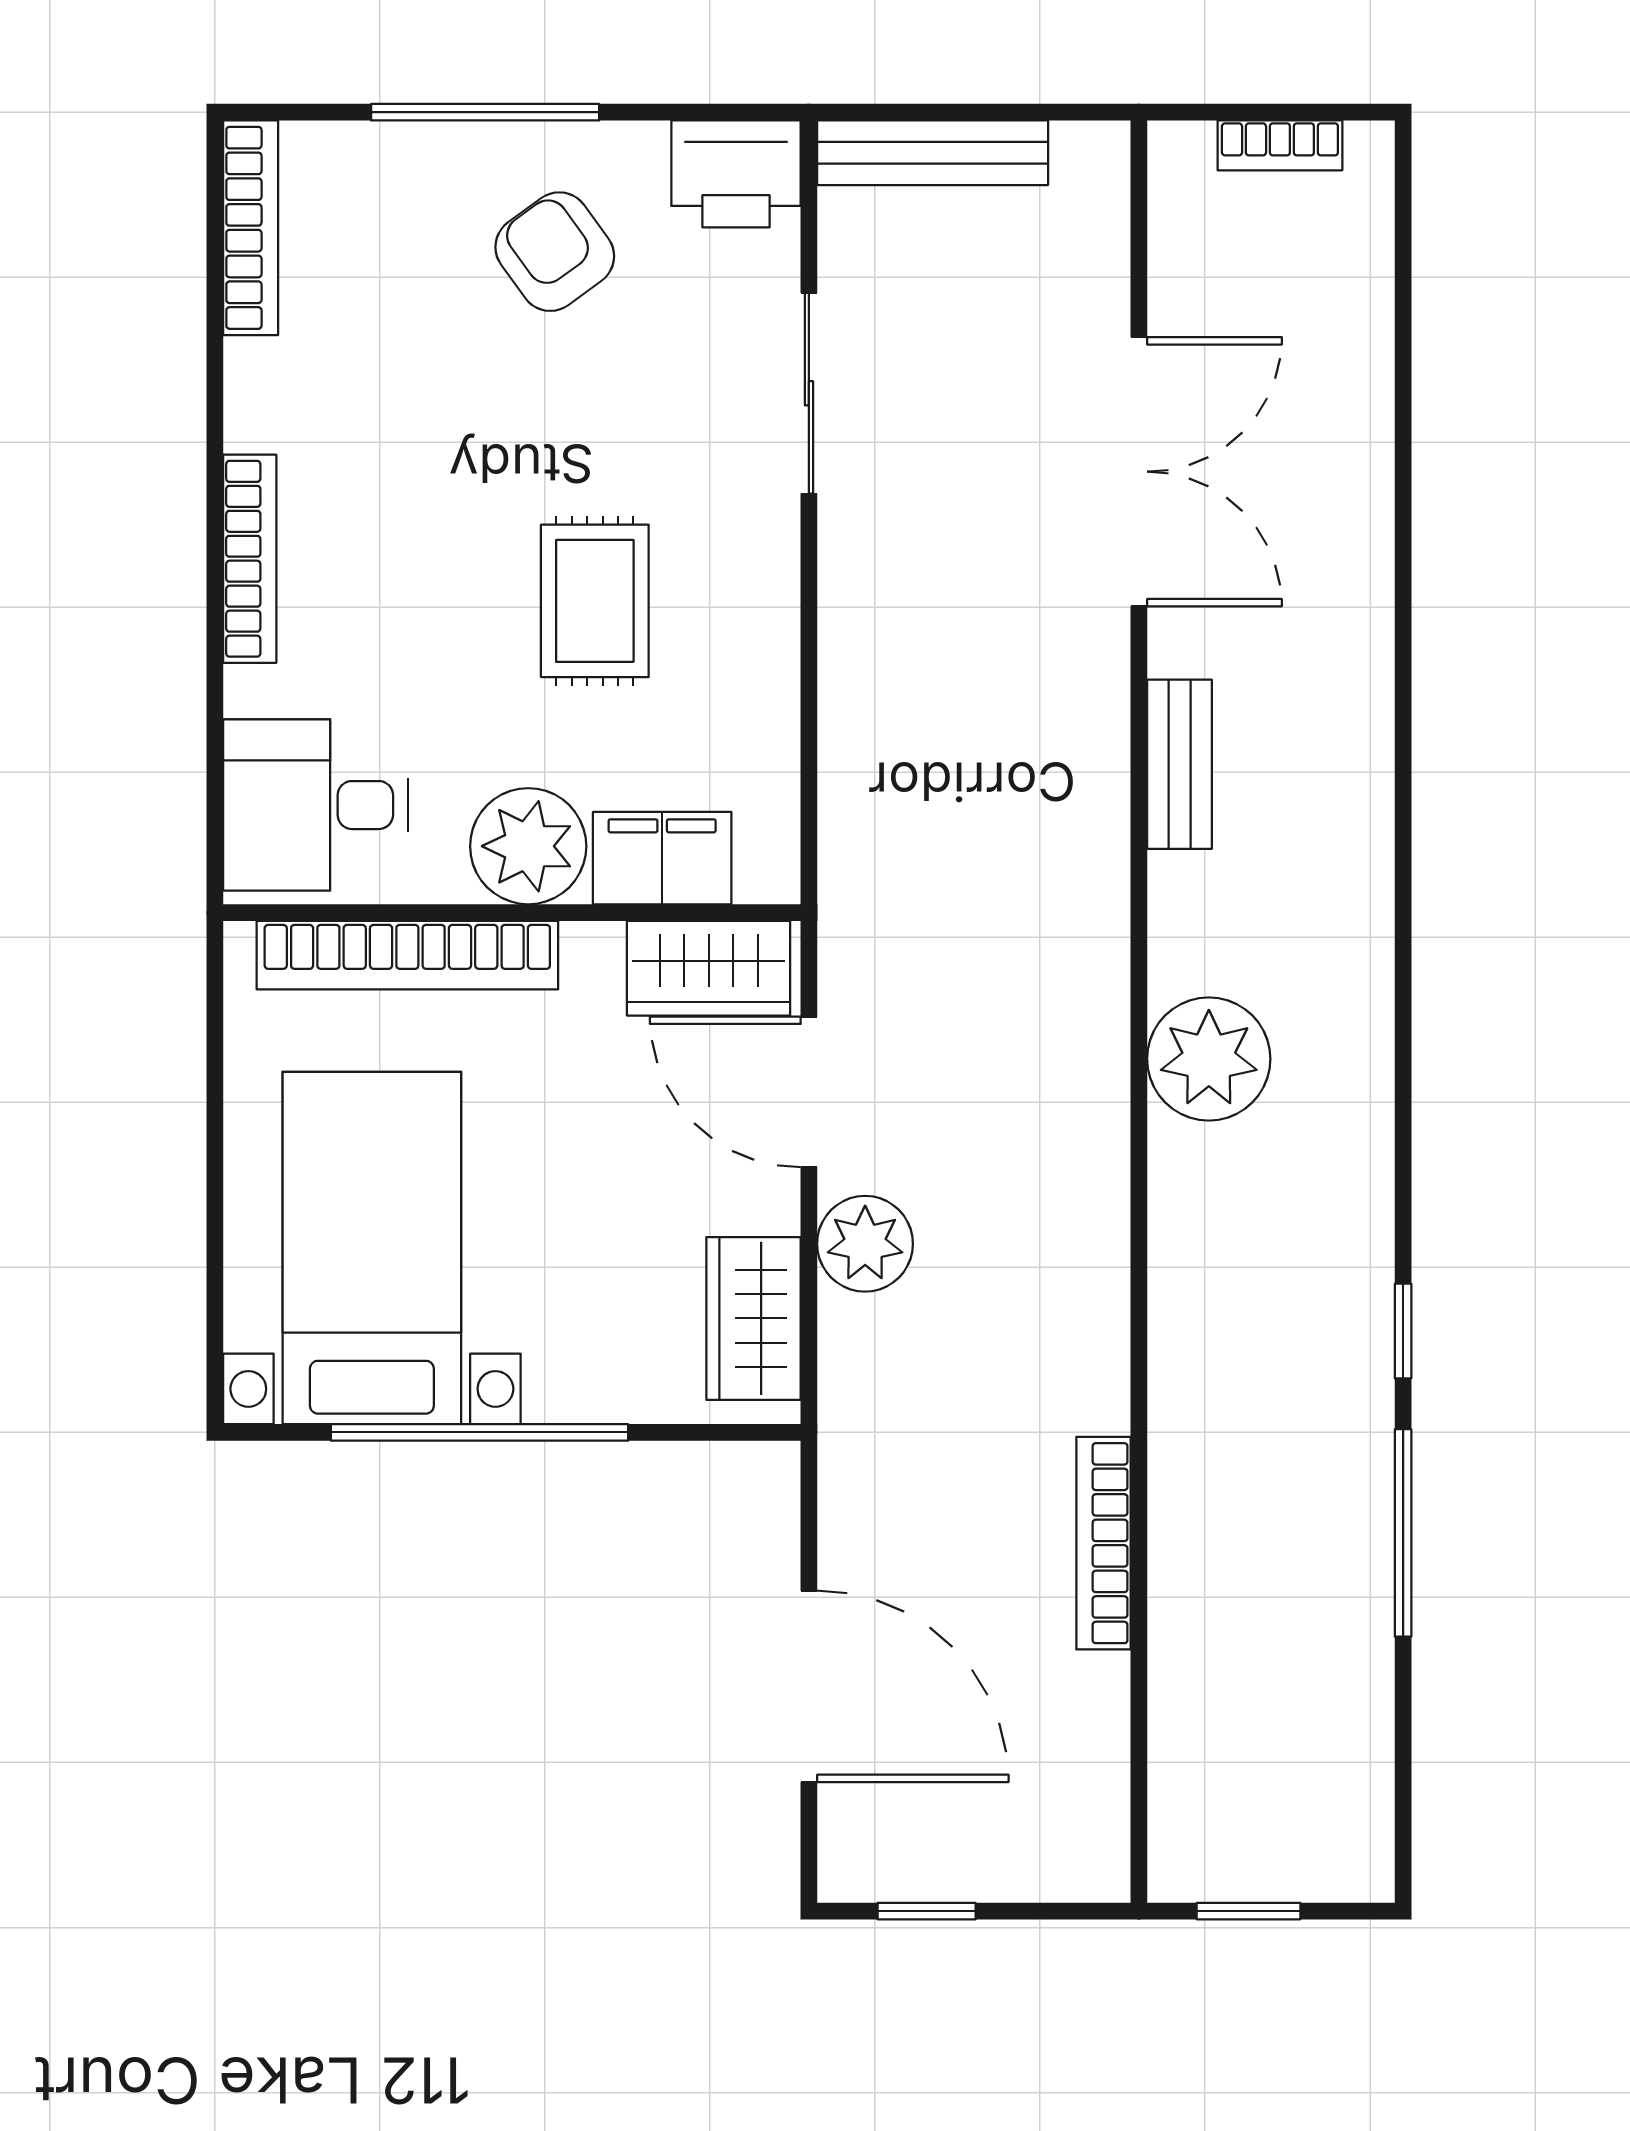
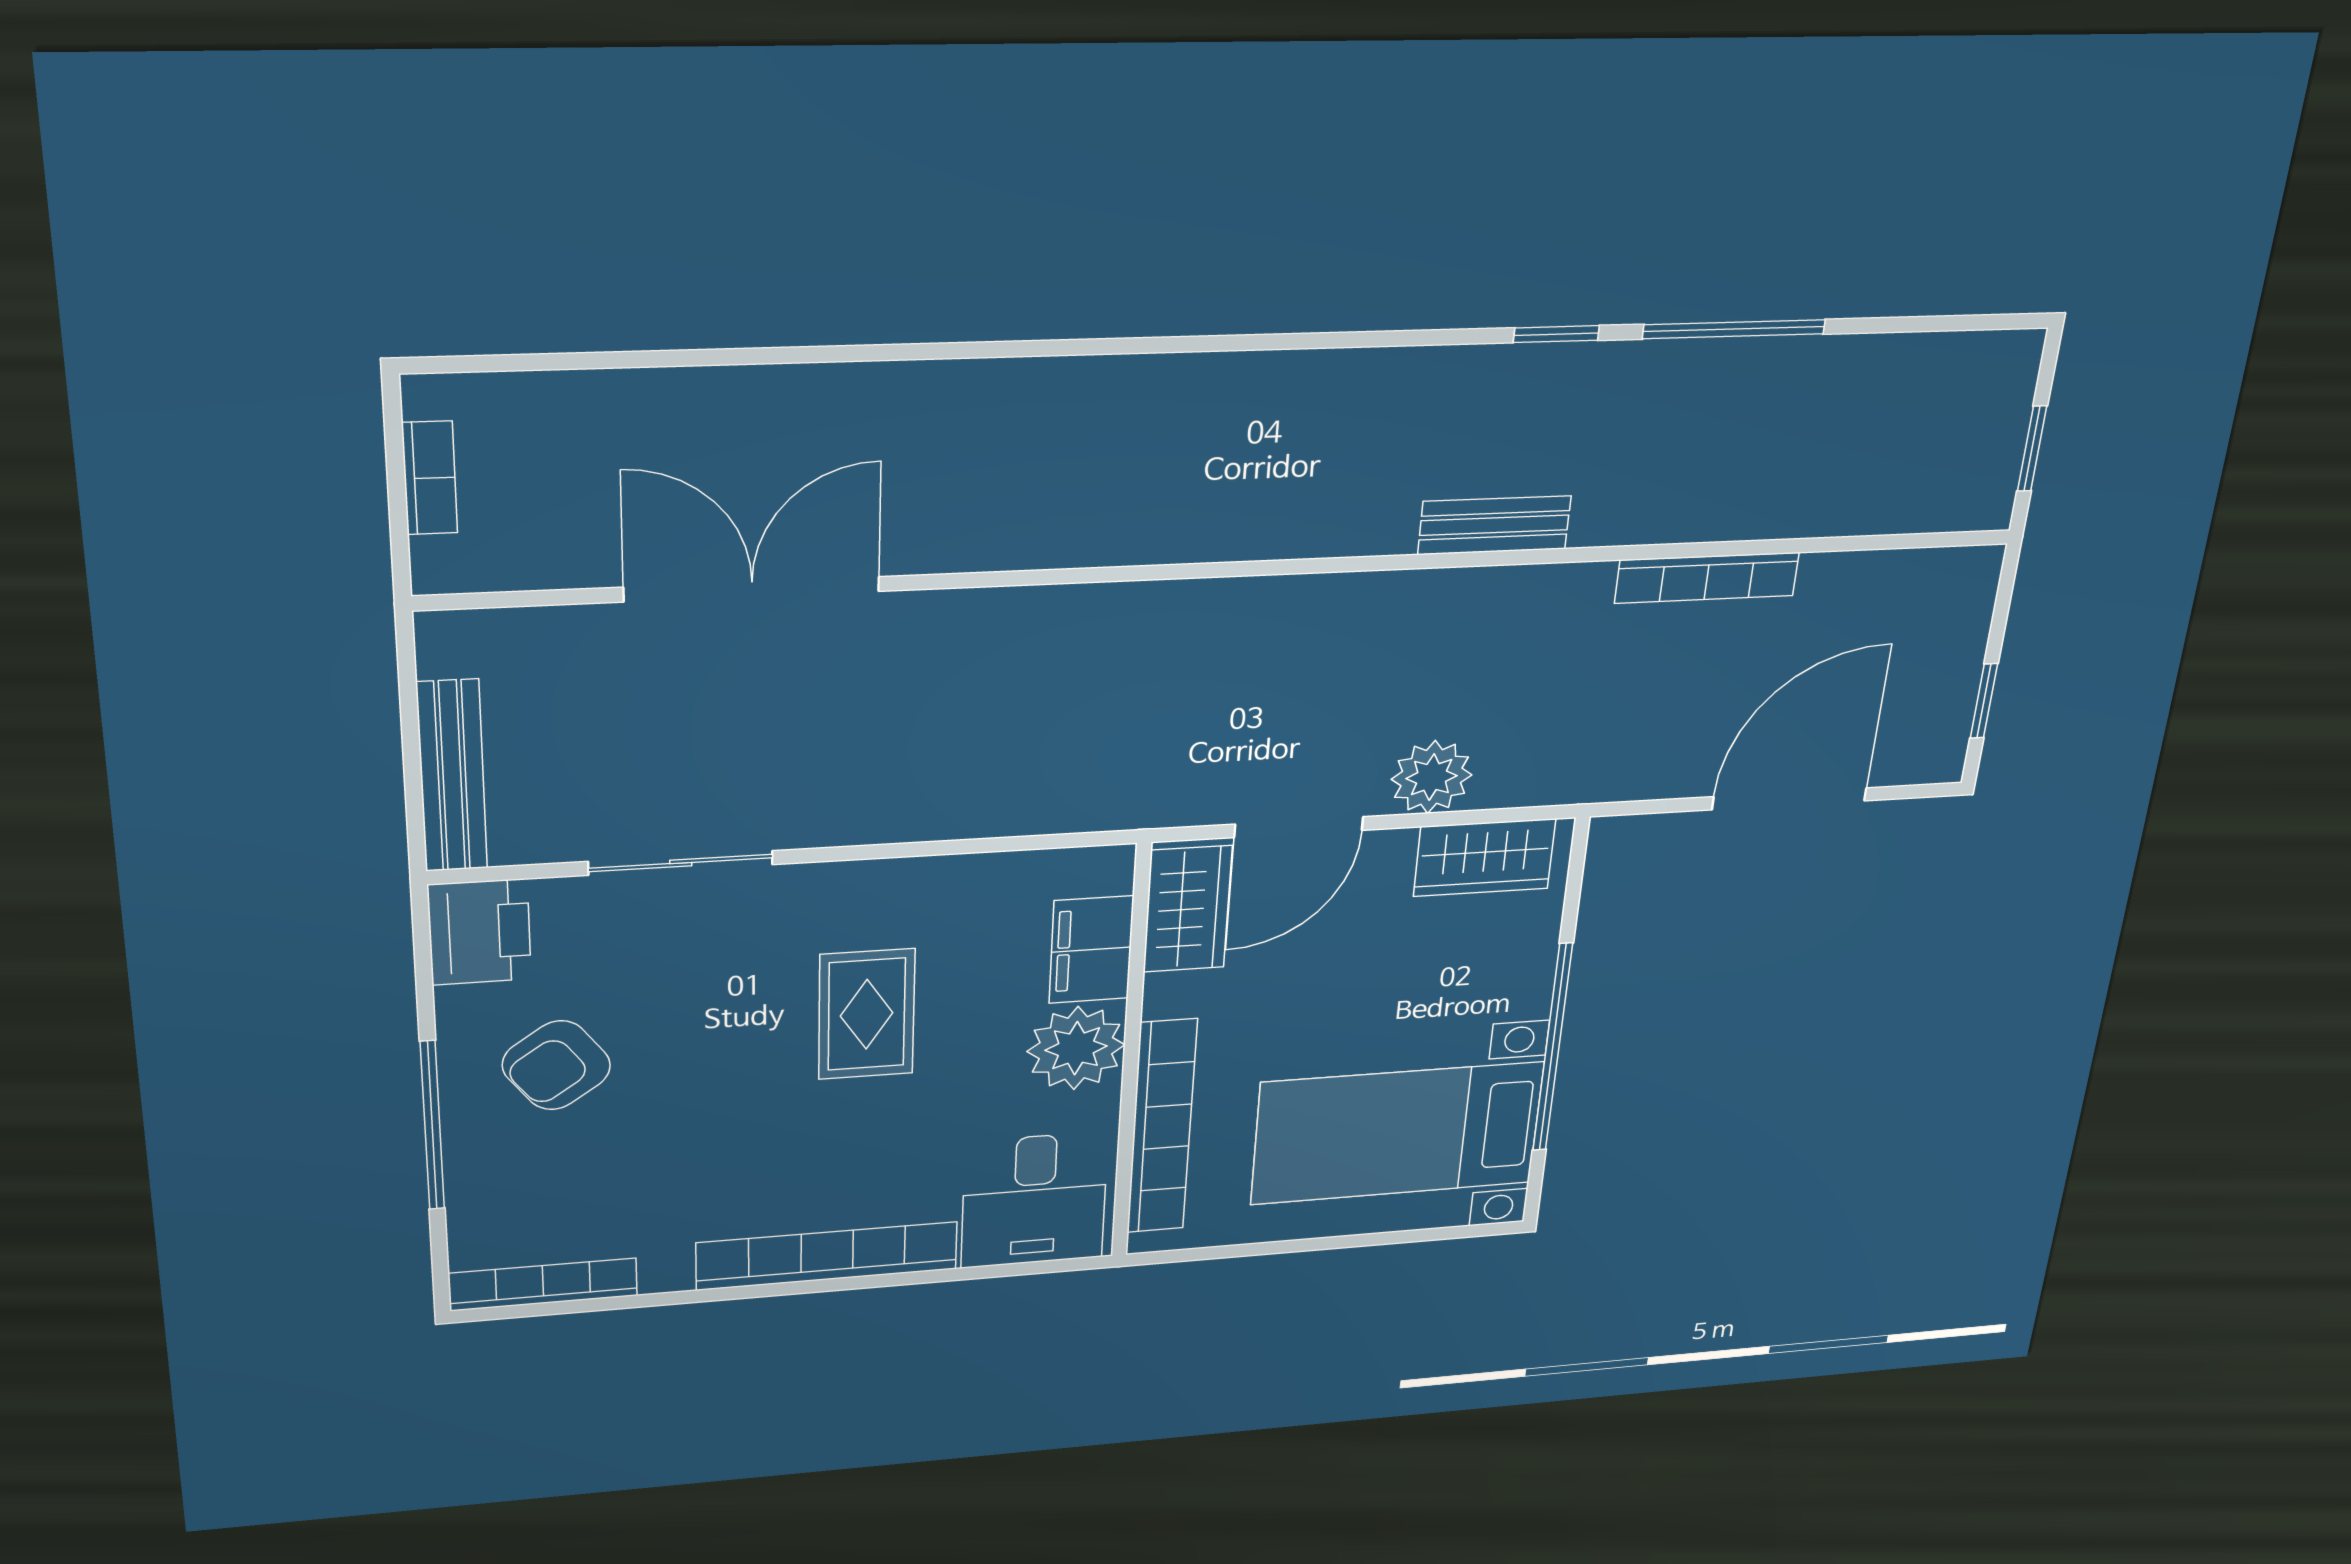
bookcase: (250, 559) -> (827, 1256), width x1.48, depth x1.31
rug: (595, 601) -> (867, 1014), turned 90
bench: (1180, 764) -> (1494, 525), moved
plant: (1209, 1059) -> (1297, 509), removed

